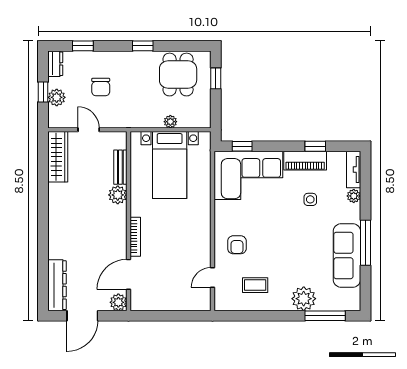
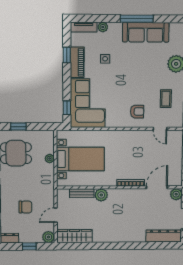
plant: (57, 97) -> (48, 237), moved
door: (129, 274) -> (157, 187), swing flipped

